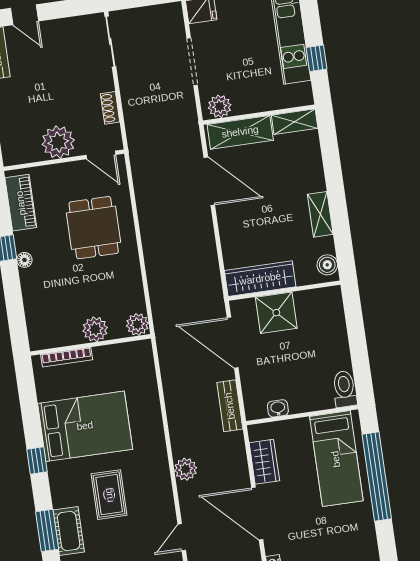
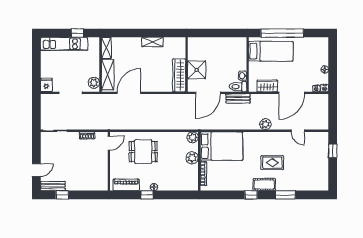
plant: (58, 142) -> (100, 163), removed
boiler: (327, 265) -> (177, 42), removed
toilet: (345, 389) -> (238, 87), moved
bed: (85, 426) -> (221, 146), moved, turned 90
cot: (69, 531) -> (264, 185), moved

